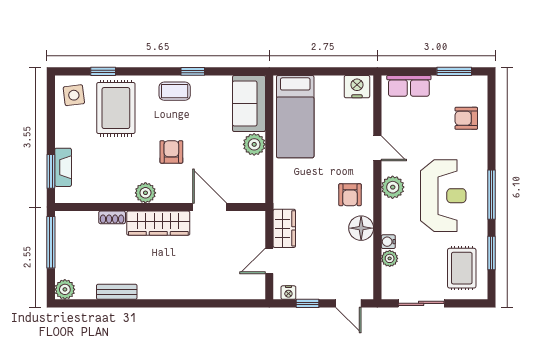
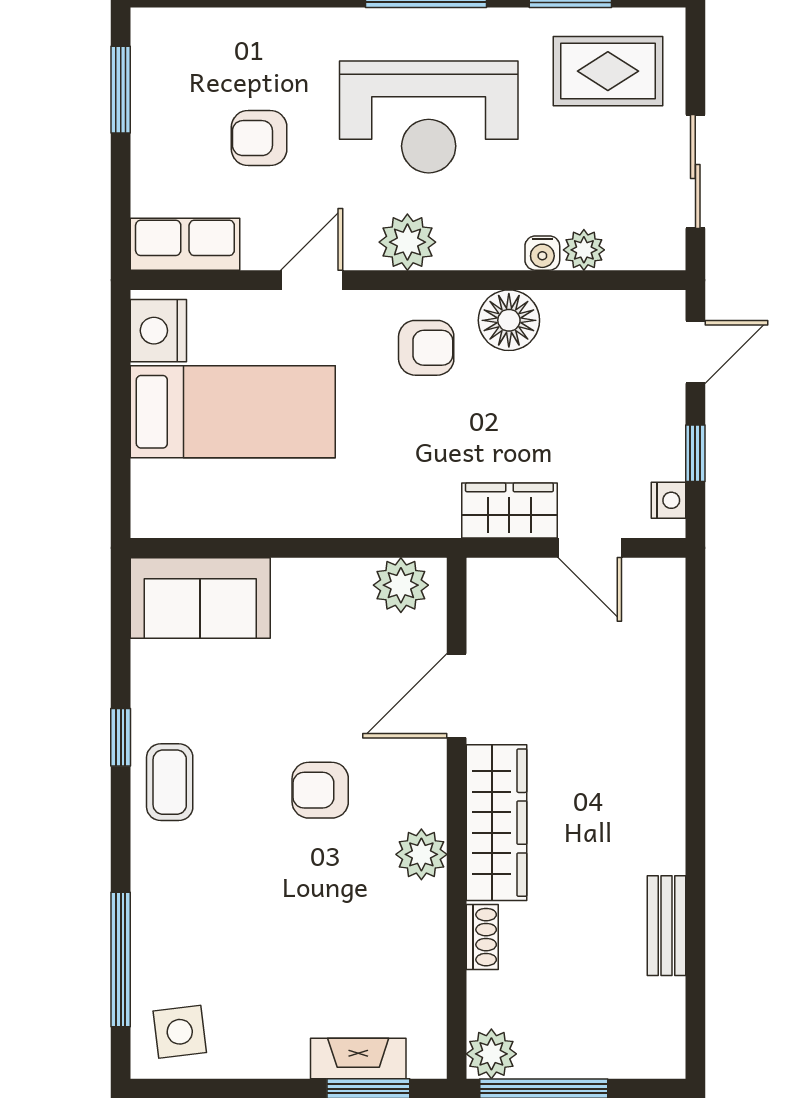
window: (103, 71) -> (121, 959), width x2.17
row of seats: (409, 86) -> (185, 244), moved, turned -90
rug: (116, 108) -> (211, 928), removed
bed: (295, 117) -> (233, 412), moved
armchair: (466, 118) -> (259, 138), moved, turned 90
plant: (254, 144) -> (401, 585), moved
reception desk: (443, 196) -> (429, 117), turned 180
plant: (65, 289) -> (491, 1054), moved

